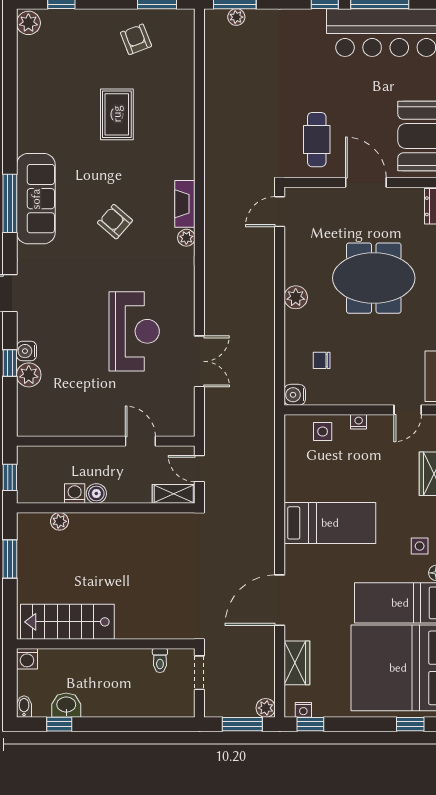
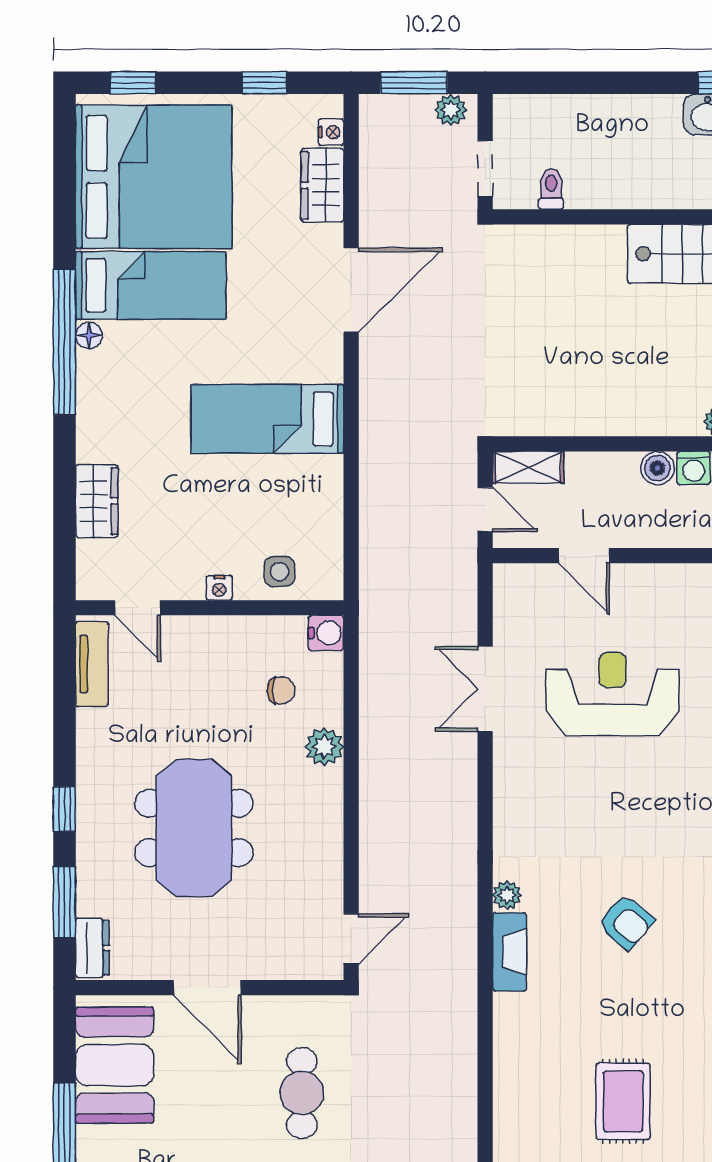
cafe table: (317, 140) -> (302, 1093), moved
meeting table: (374, 278) -> (194, 828), turned 90
plant: (296, 297) -> (324, 747), moved
reception desk: (134, 331) -> (613, 694), moved, turned 90
door: (408, 410) -> (137, 608), swing flipped
side table: (420, 546) -> (117, 380), removed
plant: (266, 708) -> (451, 110), moved
nightstand: (303, 710) -> (331, 132), moved, turned 90
window: (310, 724) -> (265, 83), moved

